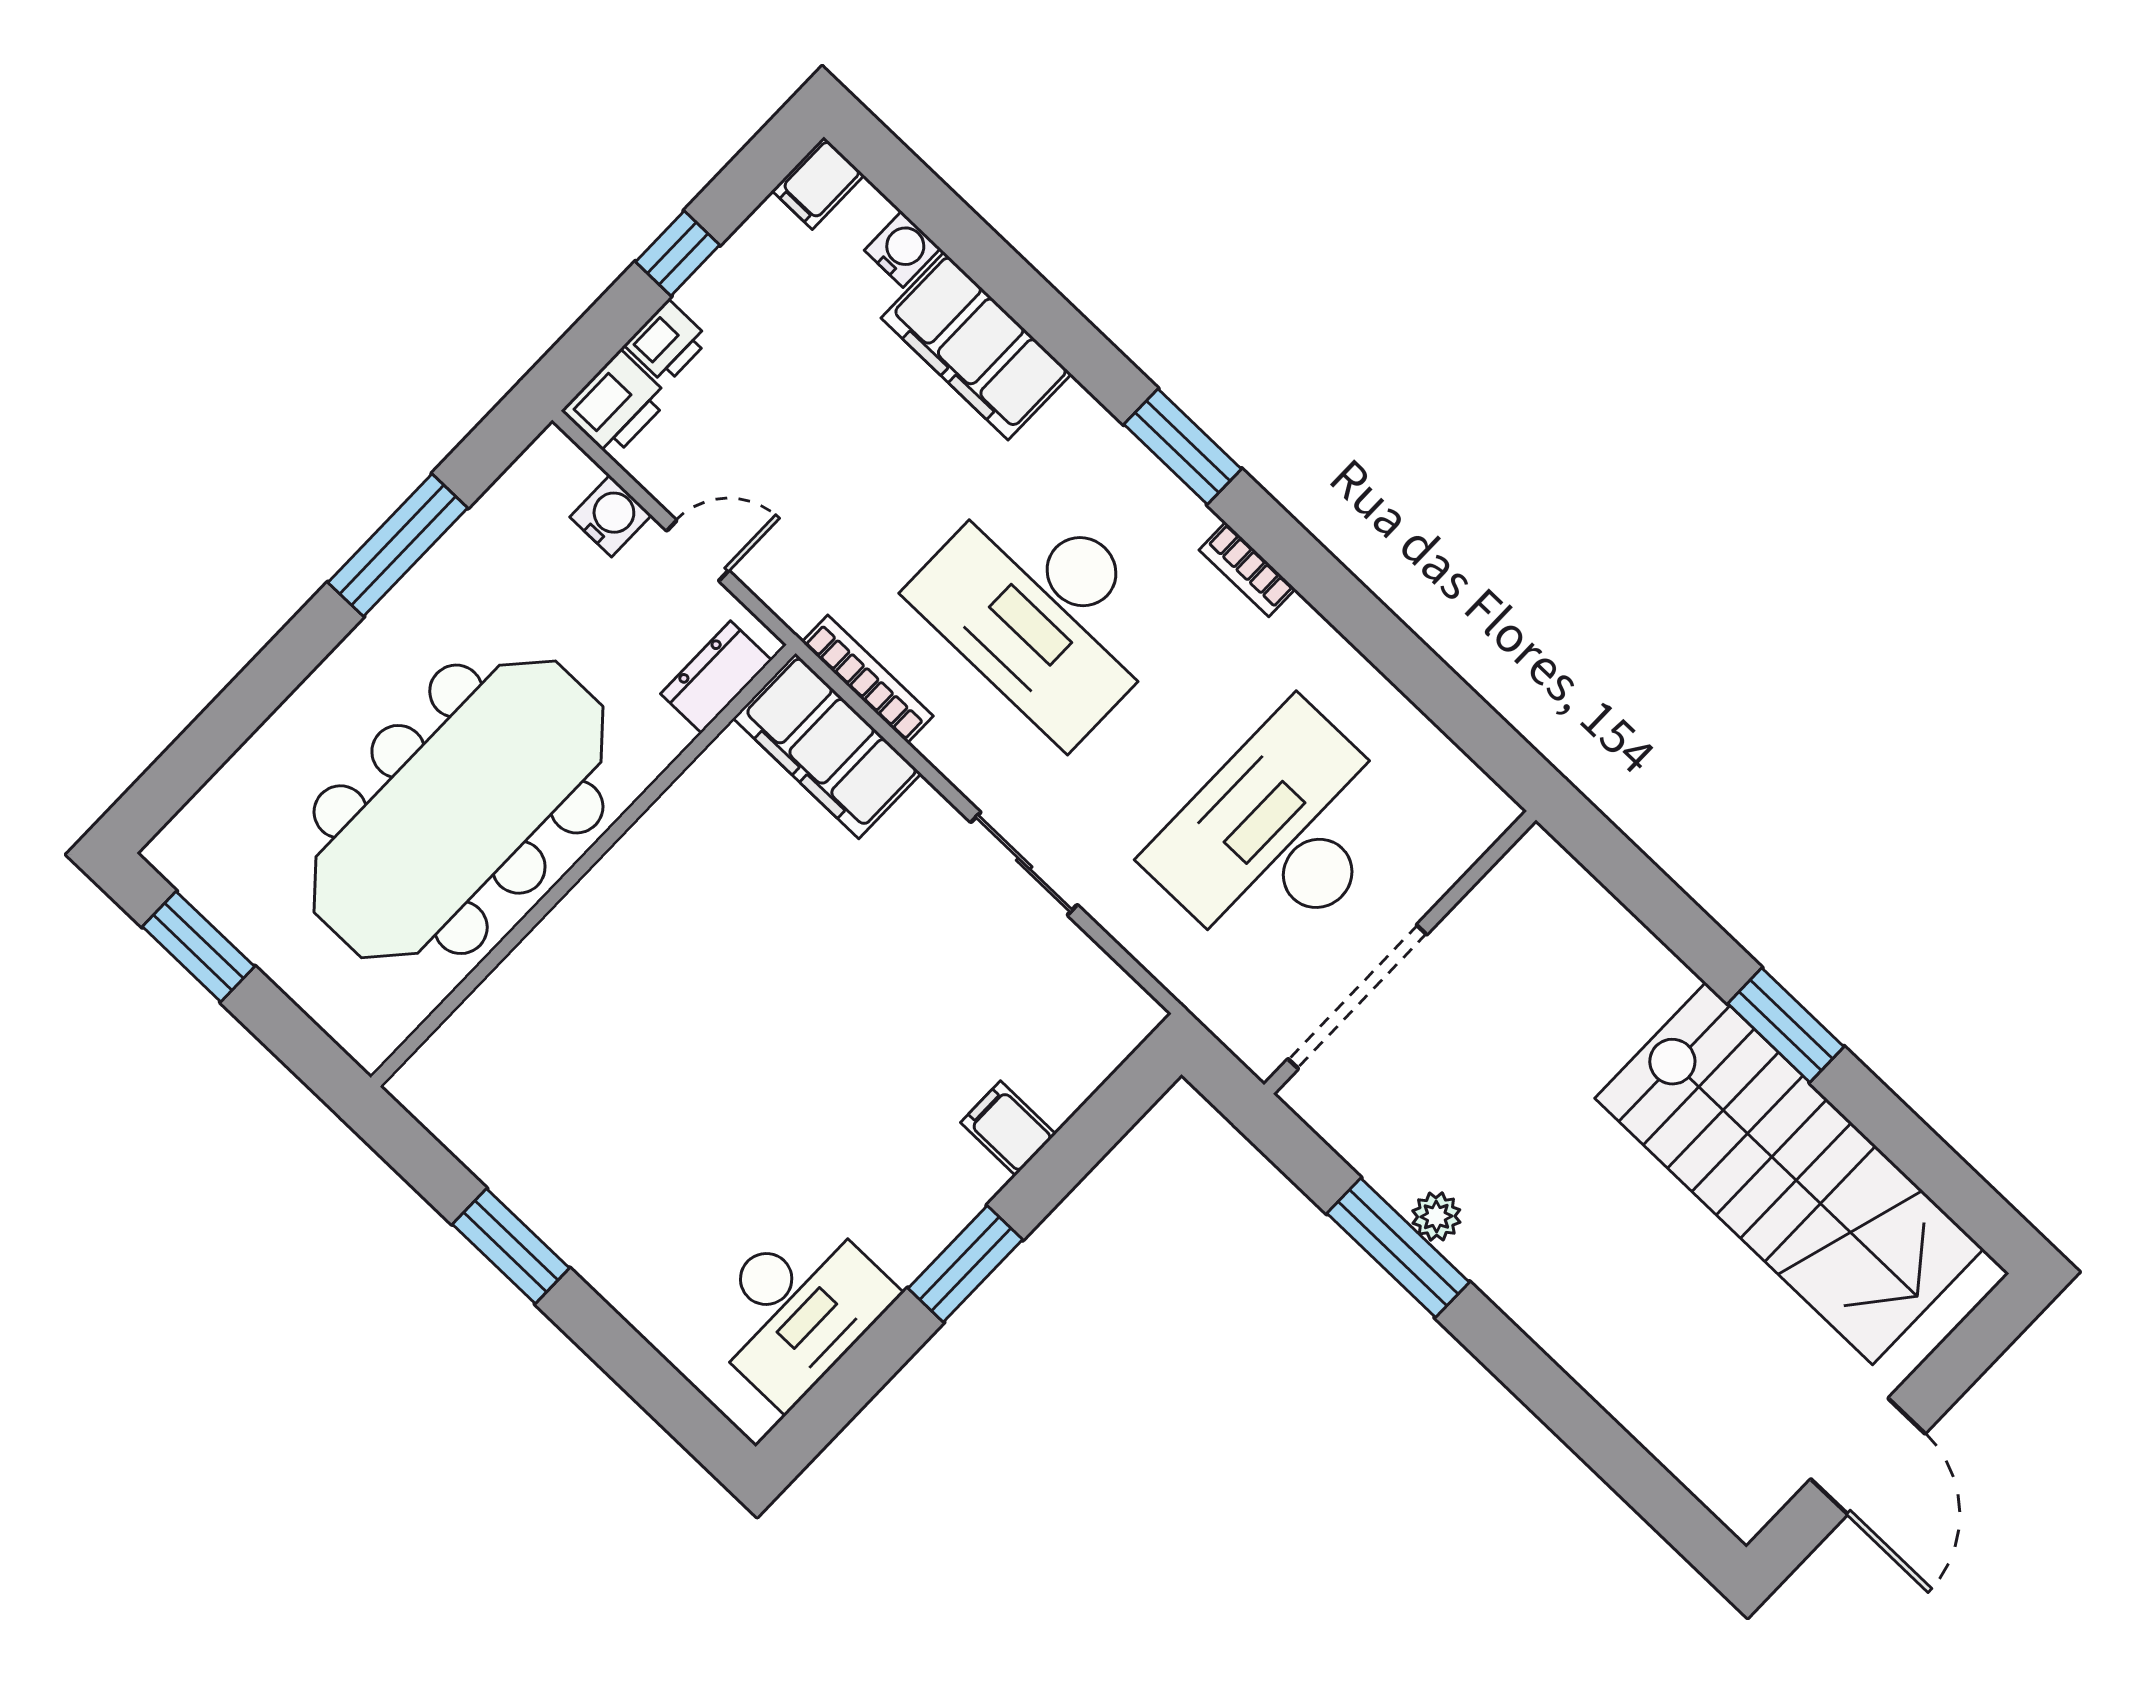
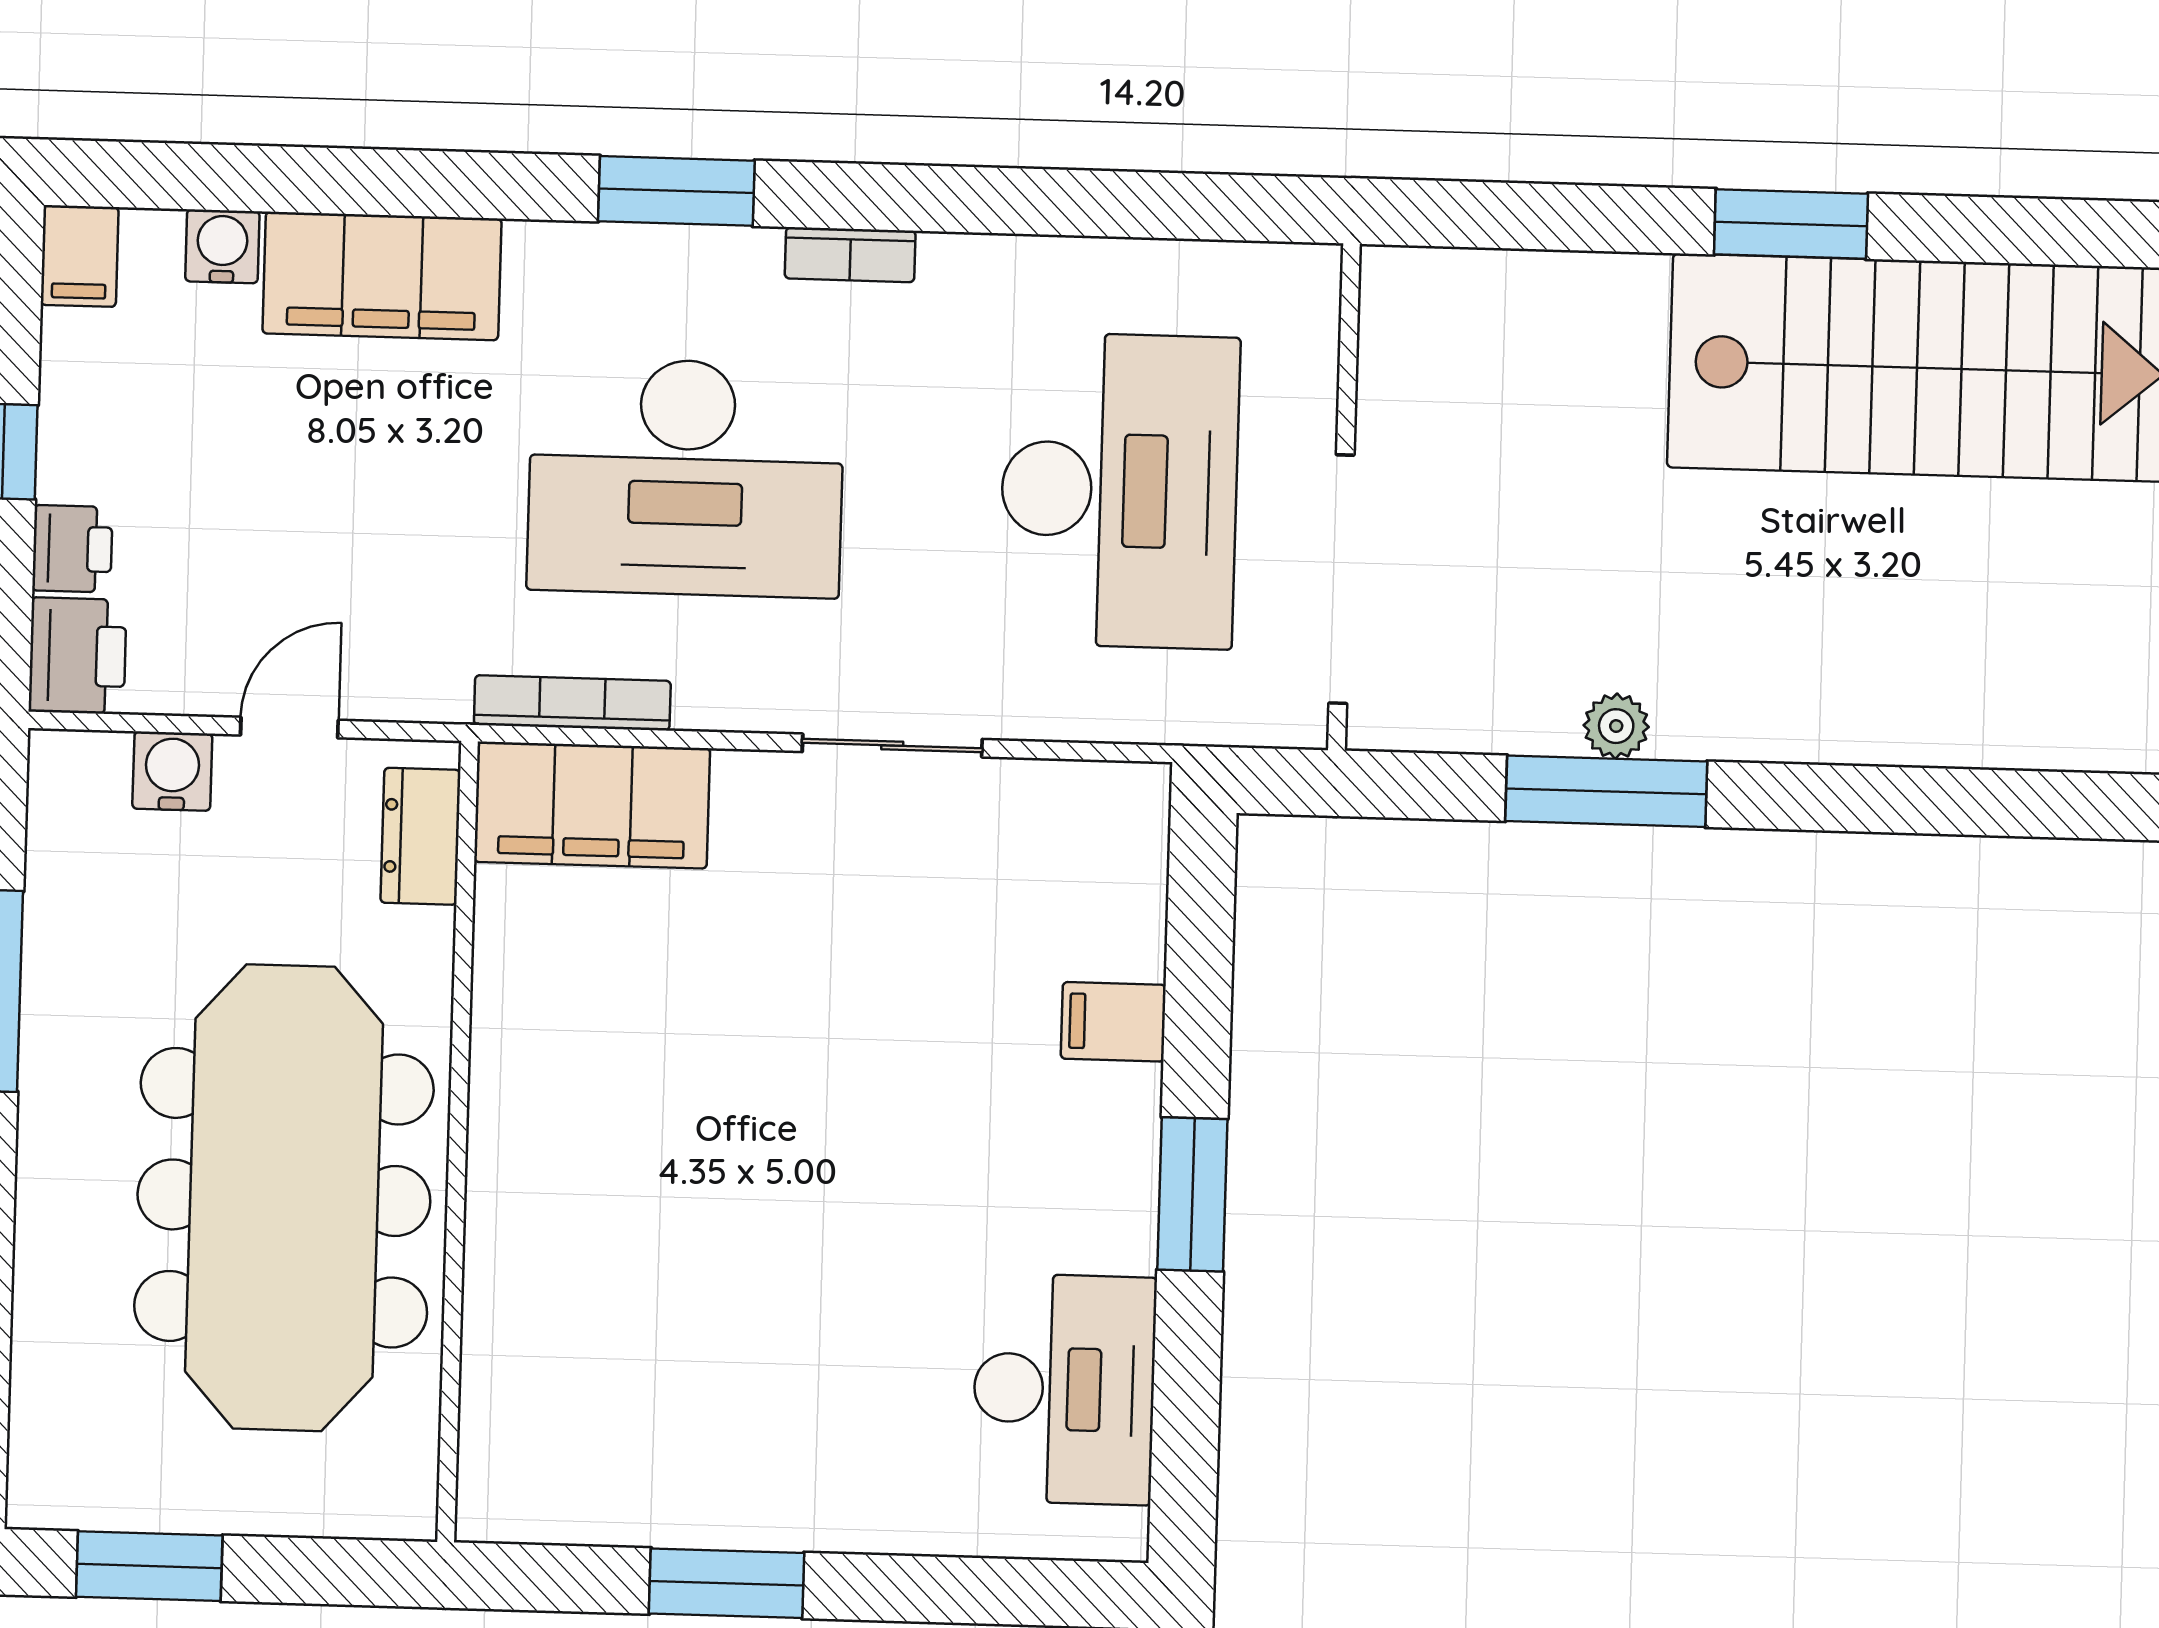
desk: (1278, 836) -> (1119, 490), turned 180

